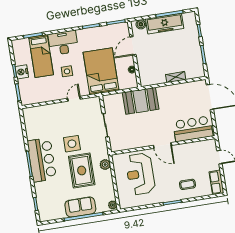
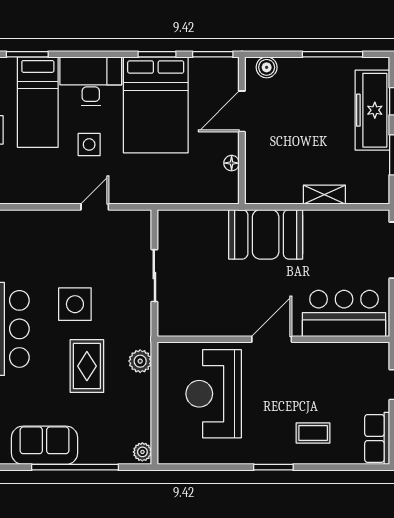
freezer: (165, 24) -> (372, 110), moved, turned 90
bed: (101, 71) -> (156, 105), moved, turned 180
booth: (141, 101) -> (266, 234), moved
door: (162, 145) -> (272, 339), swing flipped
rug: (82, 171) -> (87, 366), width x0.73, depth x0.70
sofa: (80, 207) -> (45, 445), moved

